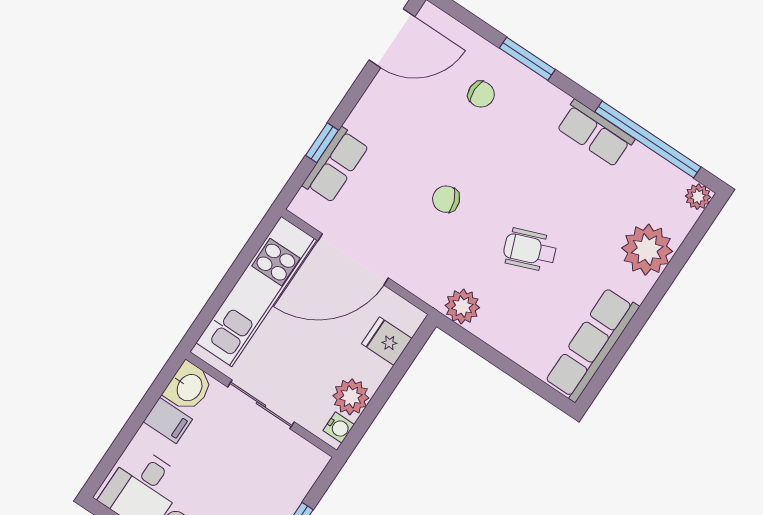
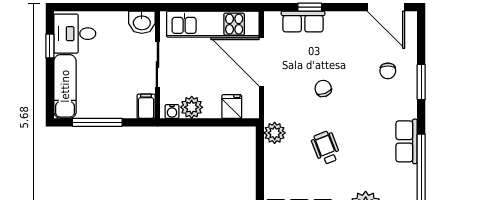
filing cabinet: (168, 420) -> (146, 106), moved, turned 180

